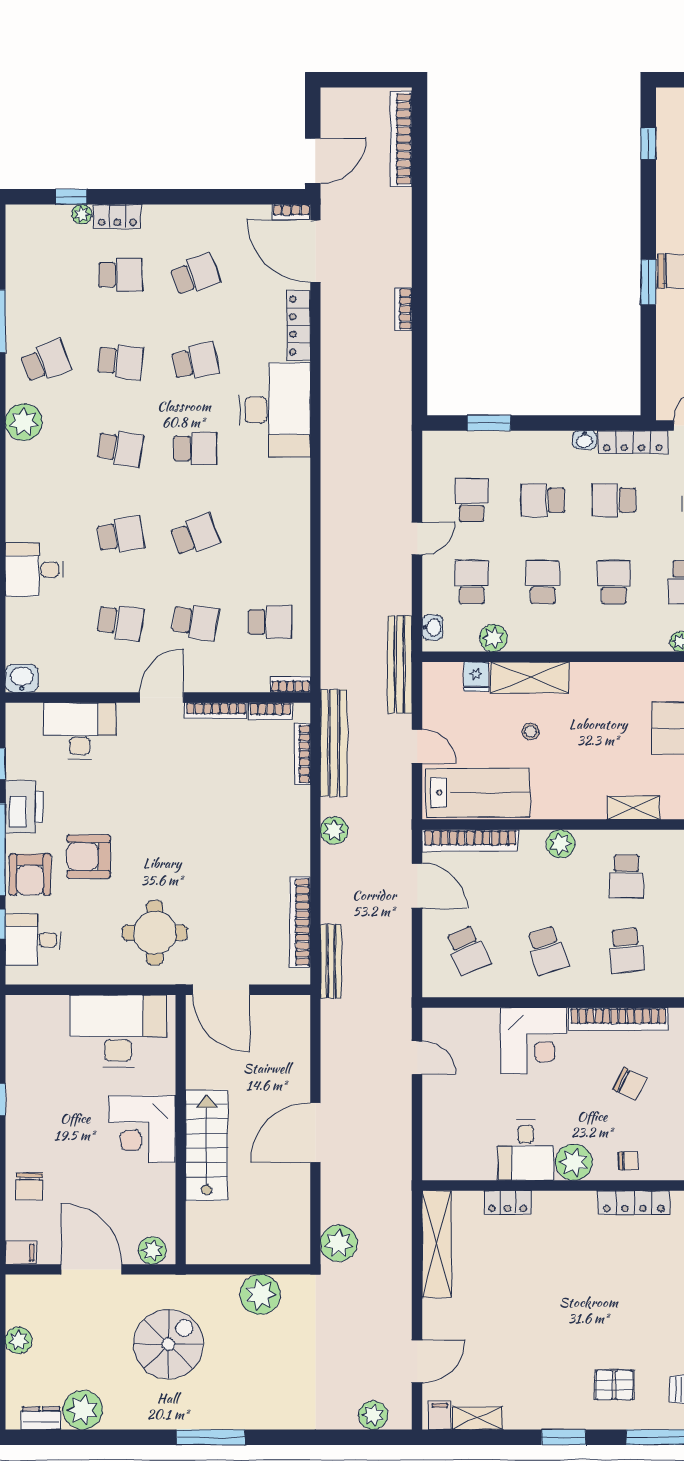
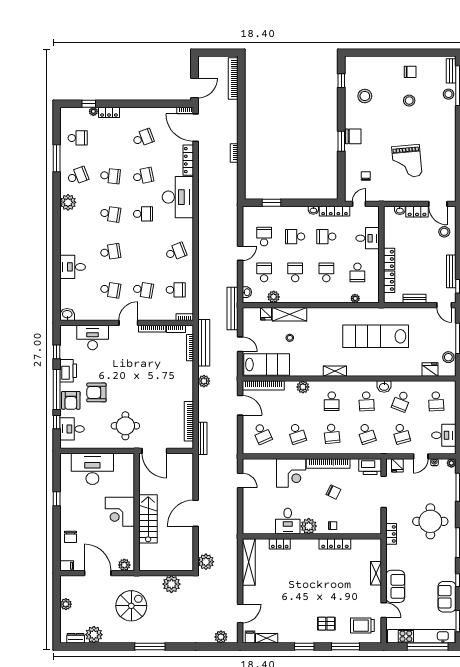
school desk: (120, 275) -> (78, 138), moved
school desk: (195, 535) -> (176, 252), moved
desk: (118, 1031) -> (92, 469), moved

